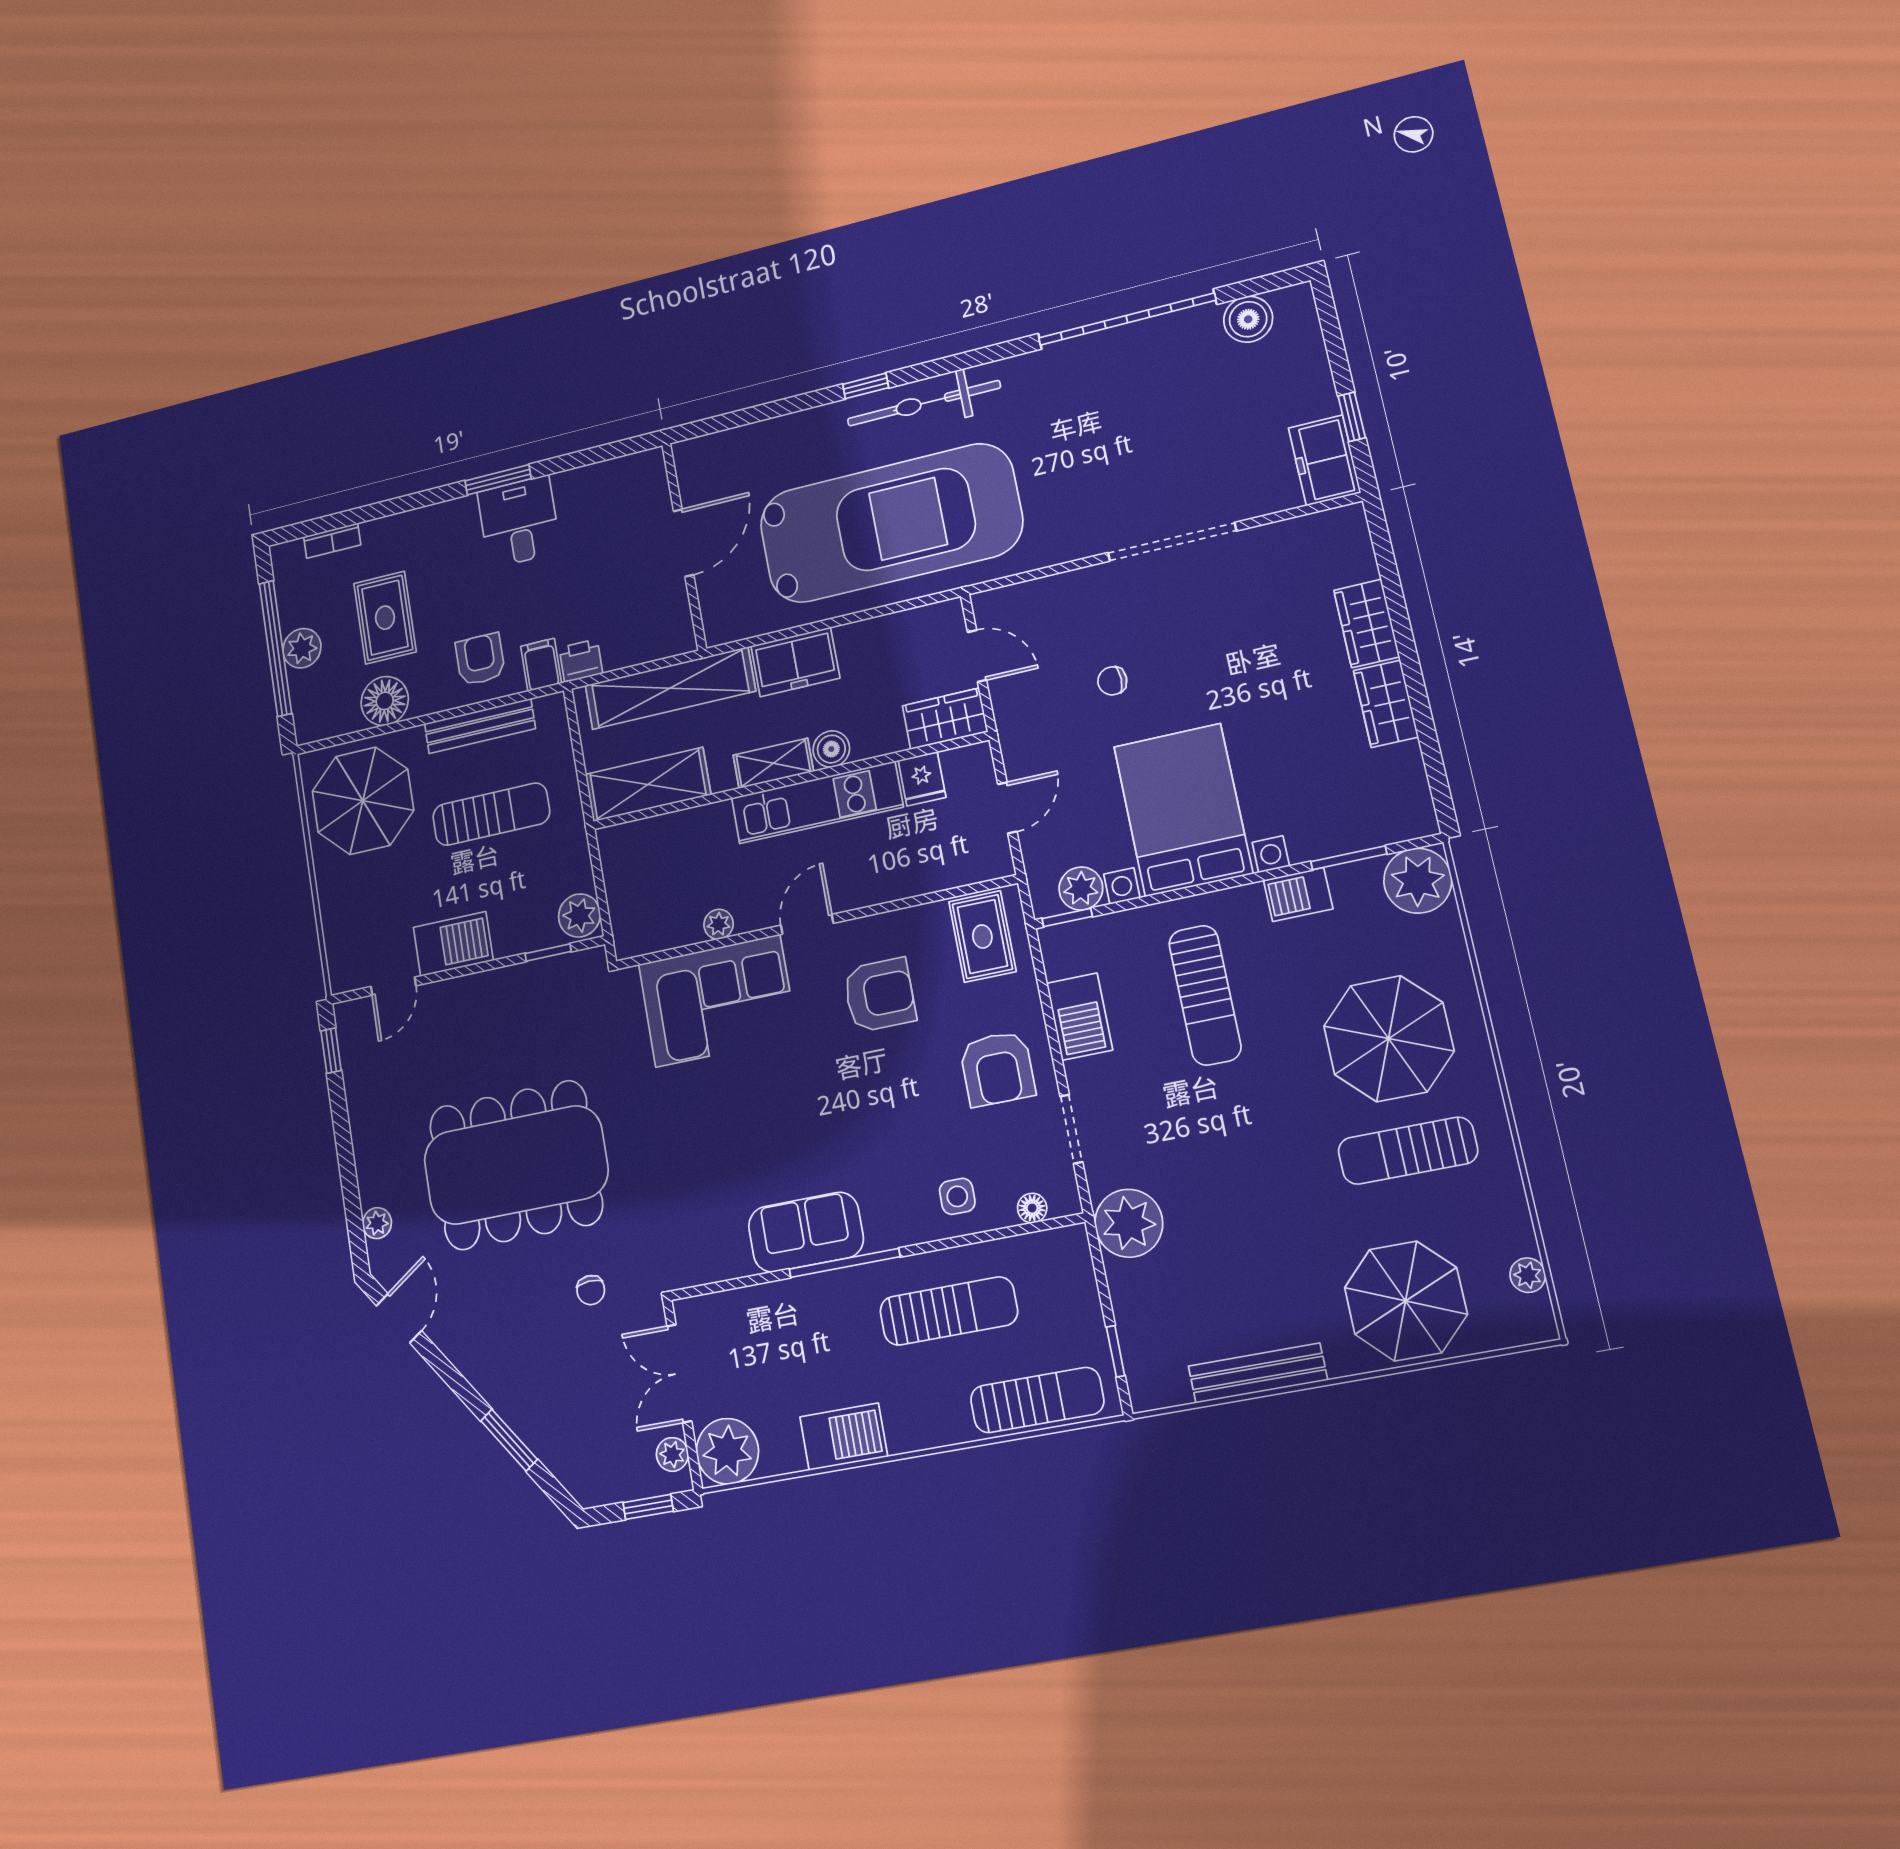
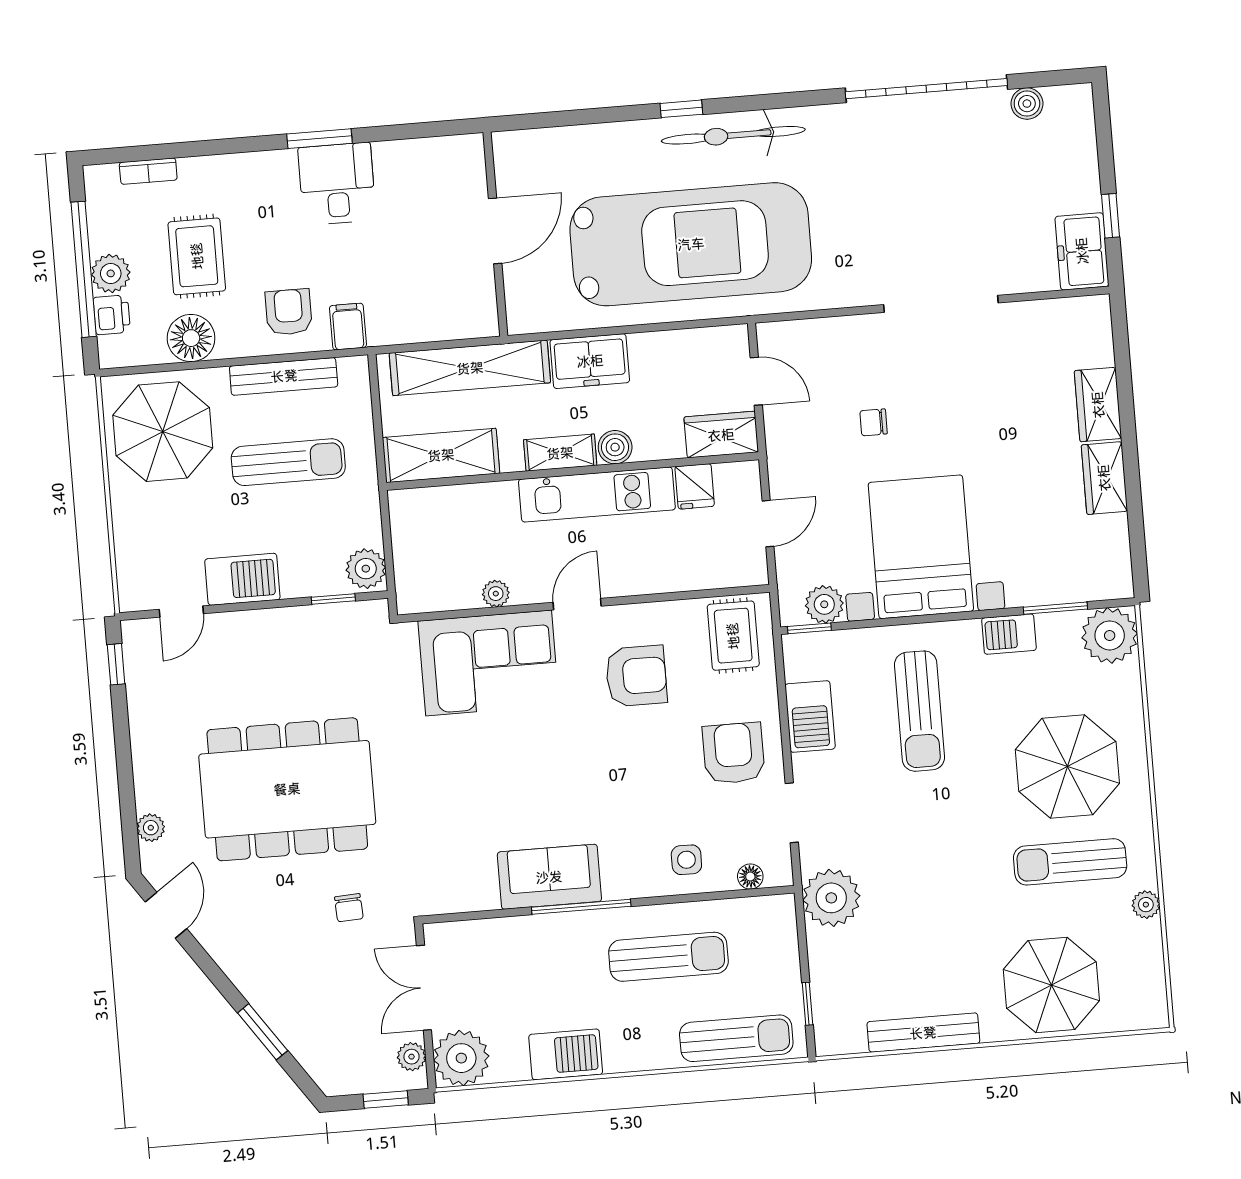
boiler: (1248, 319) -> (1027, 104), width x0.73, depth x0.73
printer: (581, 661) -> (112, 315), moved, turned 90
armchair: (997, 1069) -> (734, 753), turned 180
plant: (1528, 1275) -> (1146, 905), moved

